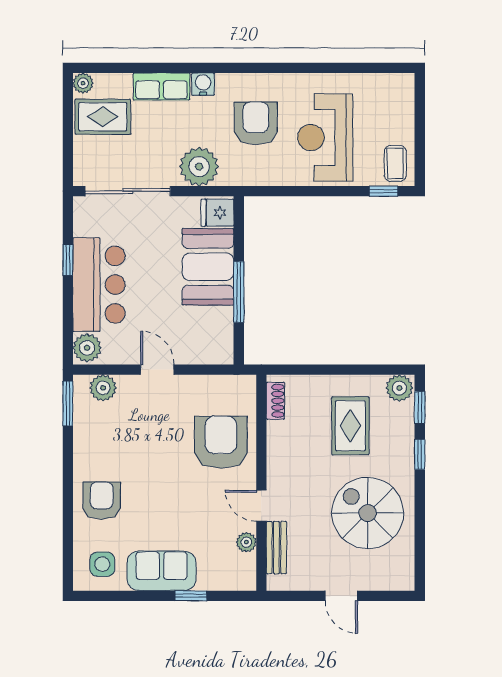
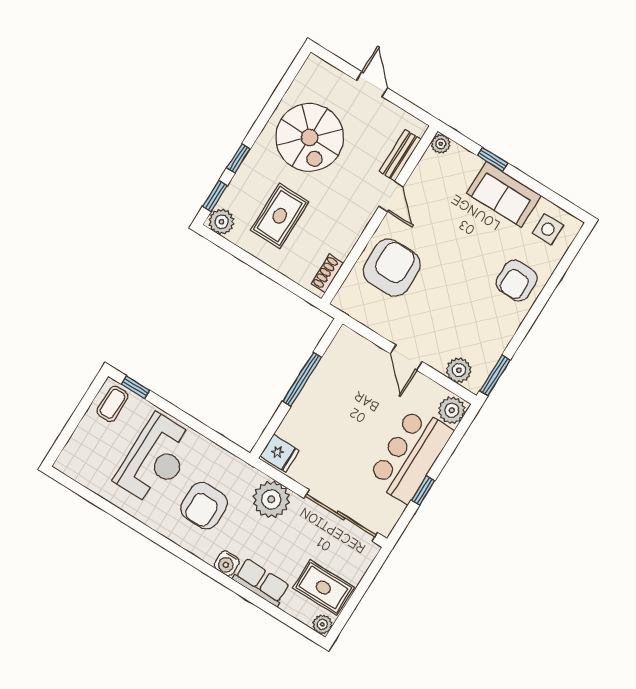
booth: (208, 267) -> (314, 415), removed
armchair: (221, 442) -> (392, 268), turned 180
plant: (246, 542) -> (441, 144), moved

